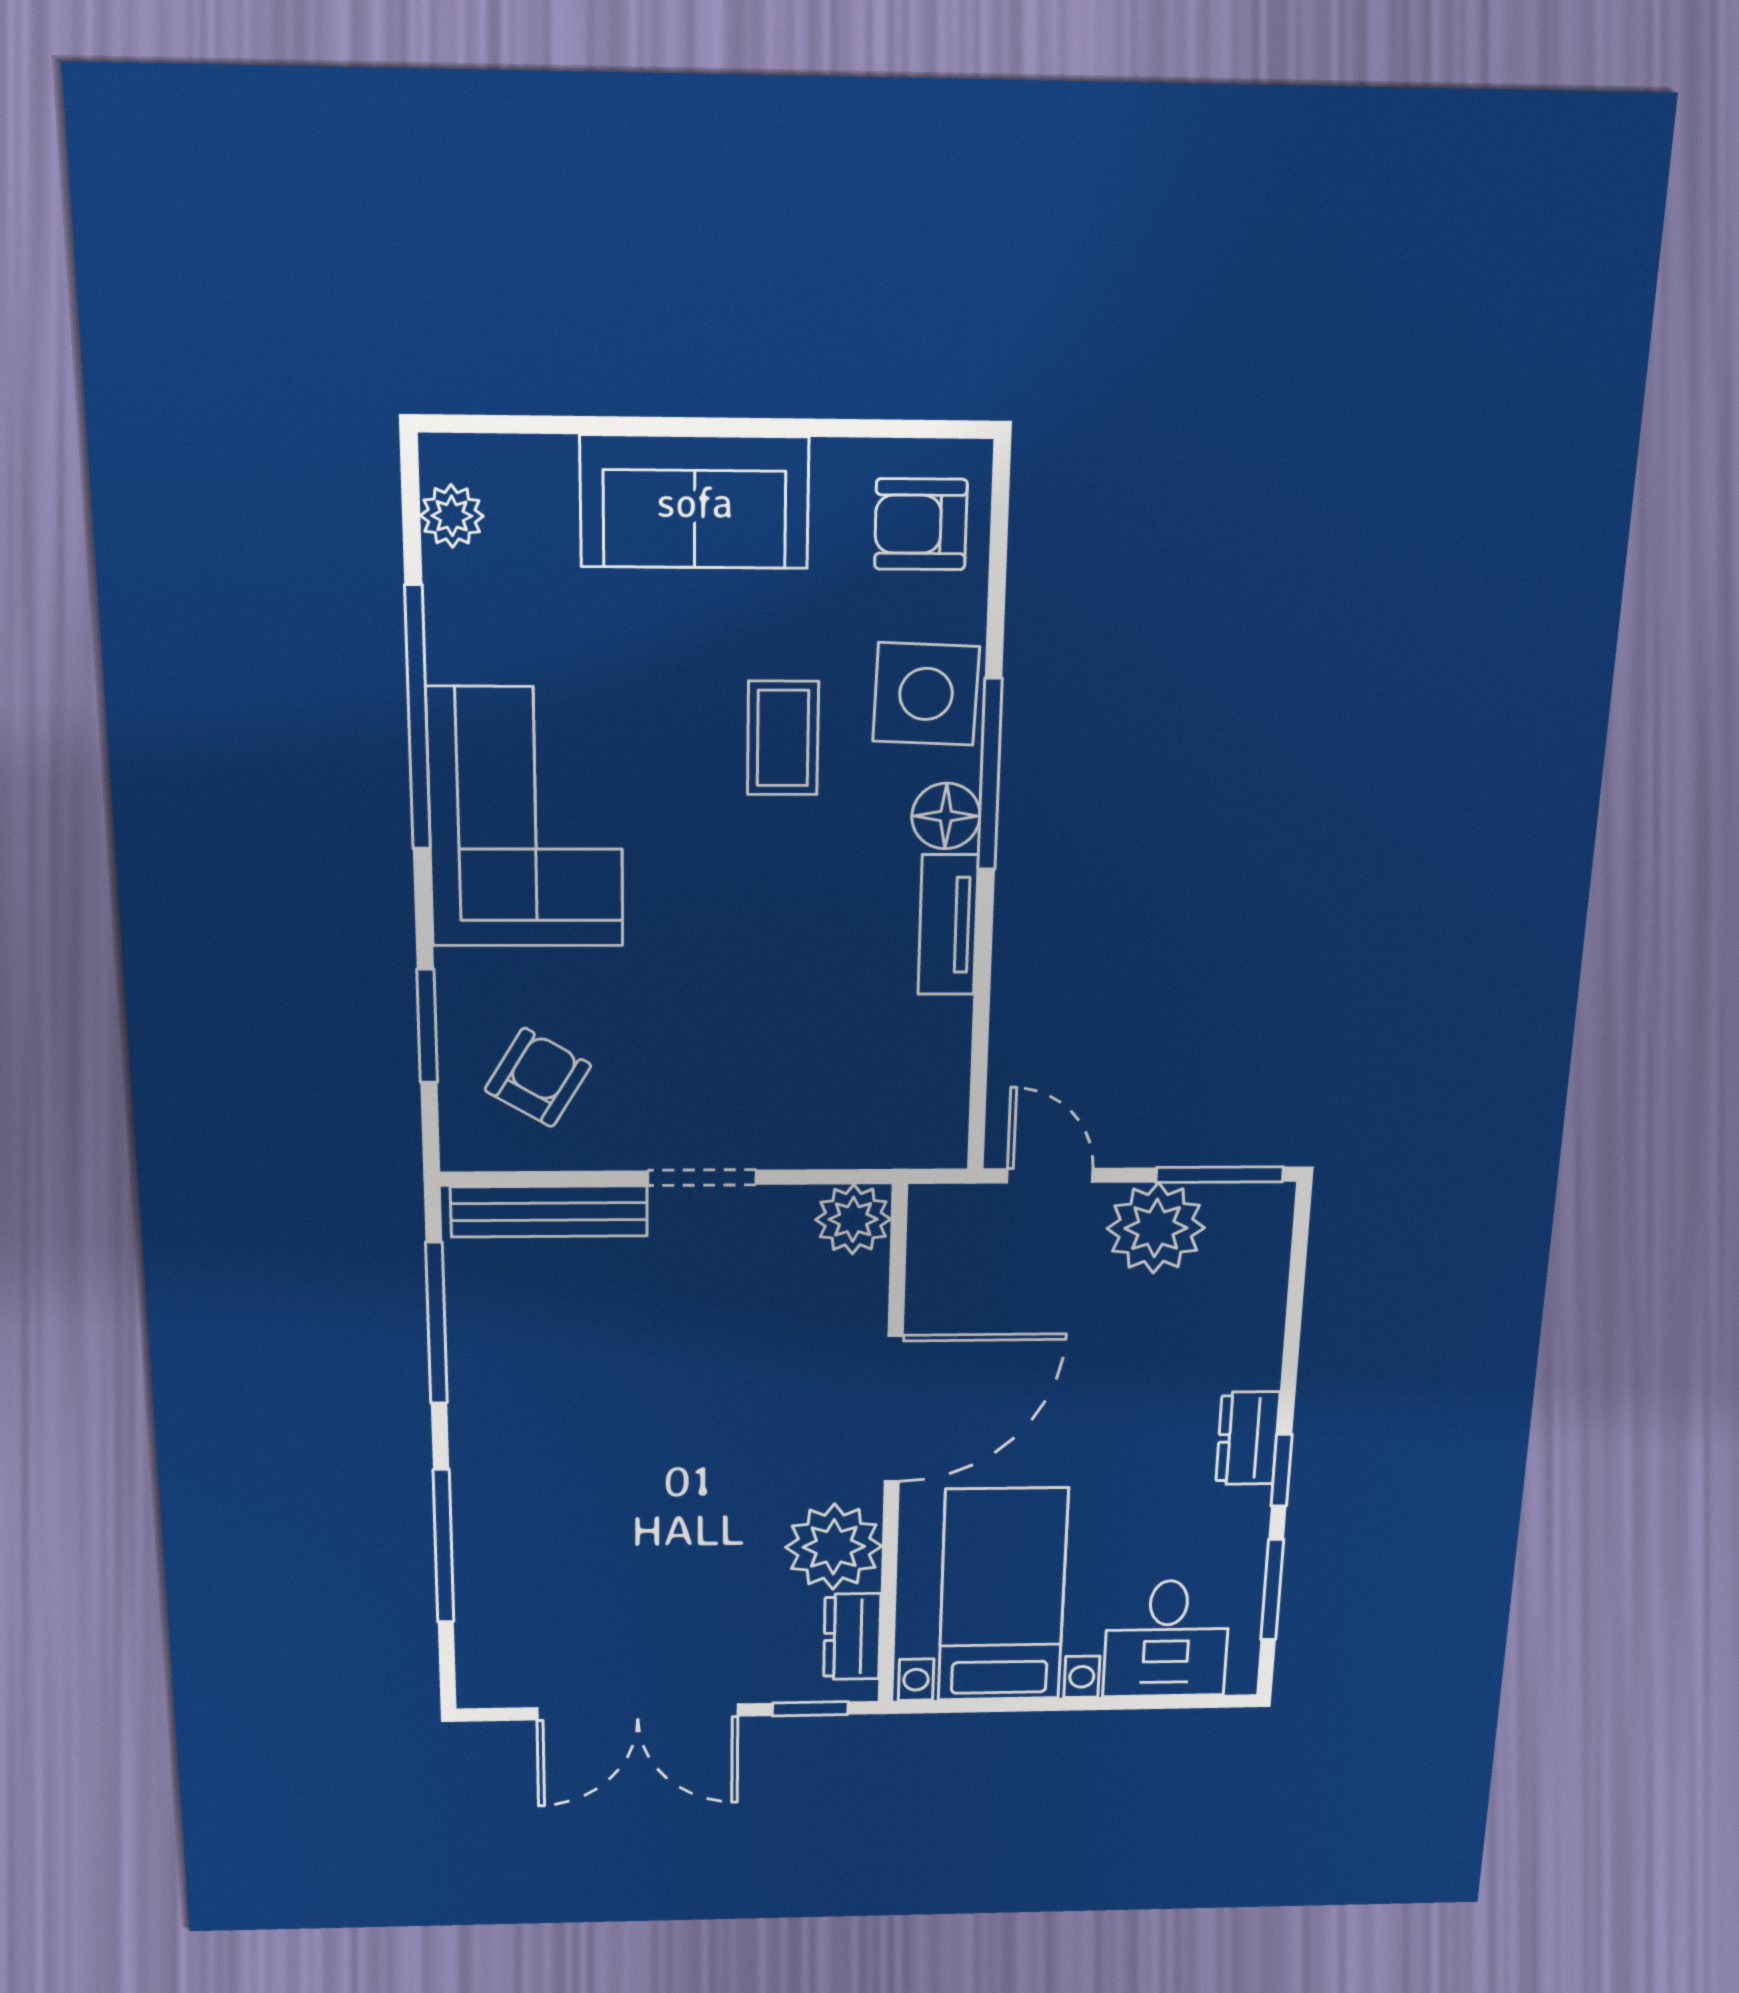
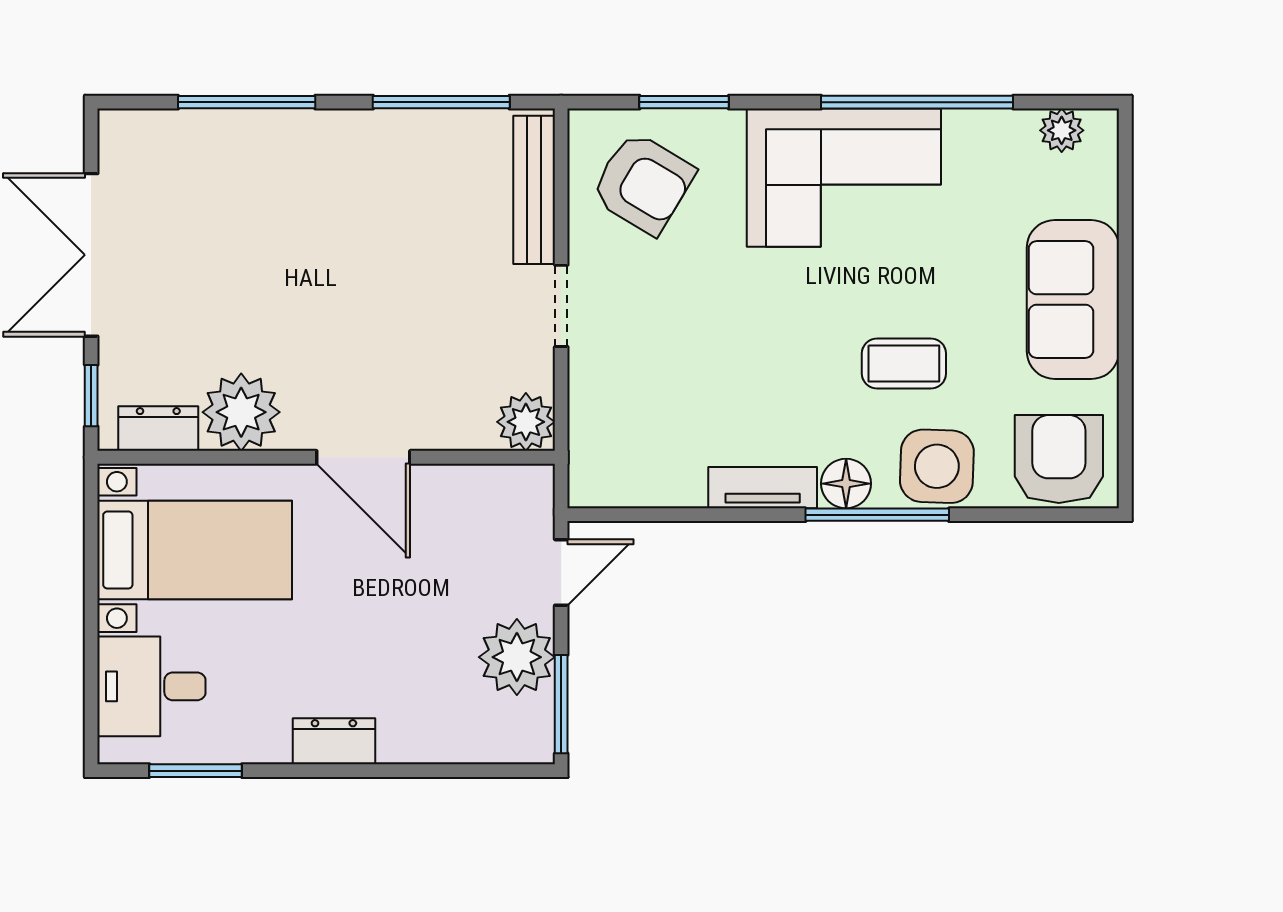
armchair: (921, 524) -> (1059, 459), width x1.38, depth x1.38
armchair: (538, 1078) -> (643, 183), width x1.38, depth x1.38
door: (894, 1409) -> (363, 457), width x0.73
window: (1282, 1470) -> (305, 771), removed

